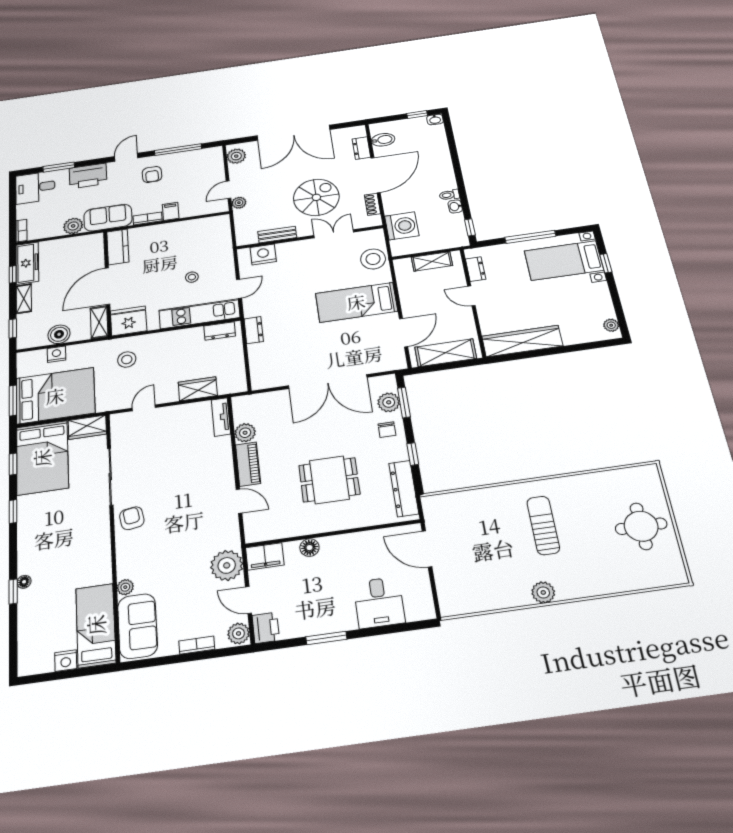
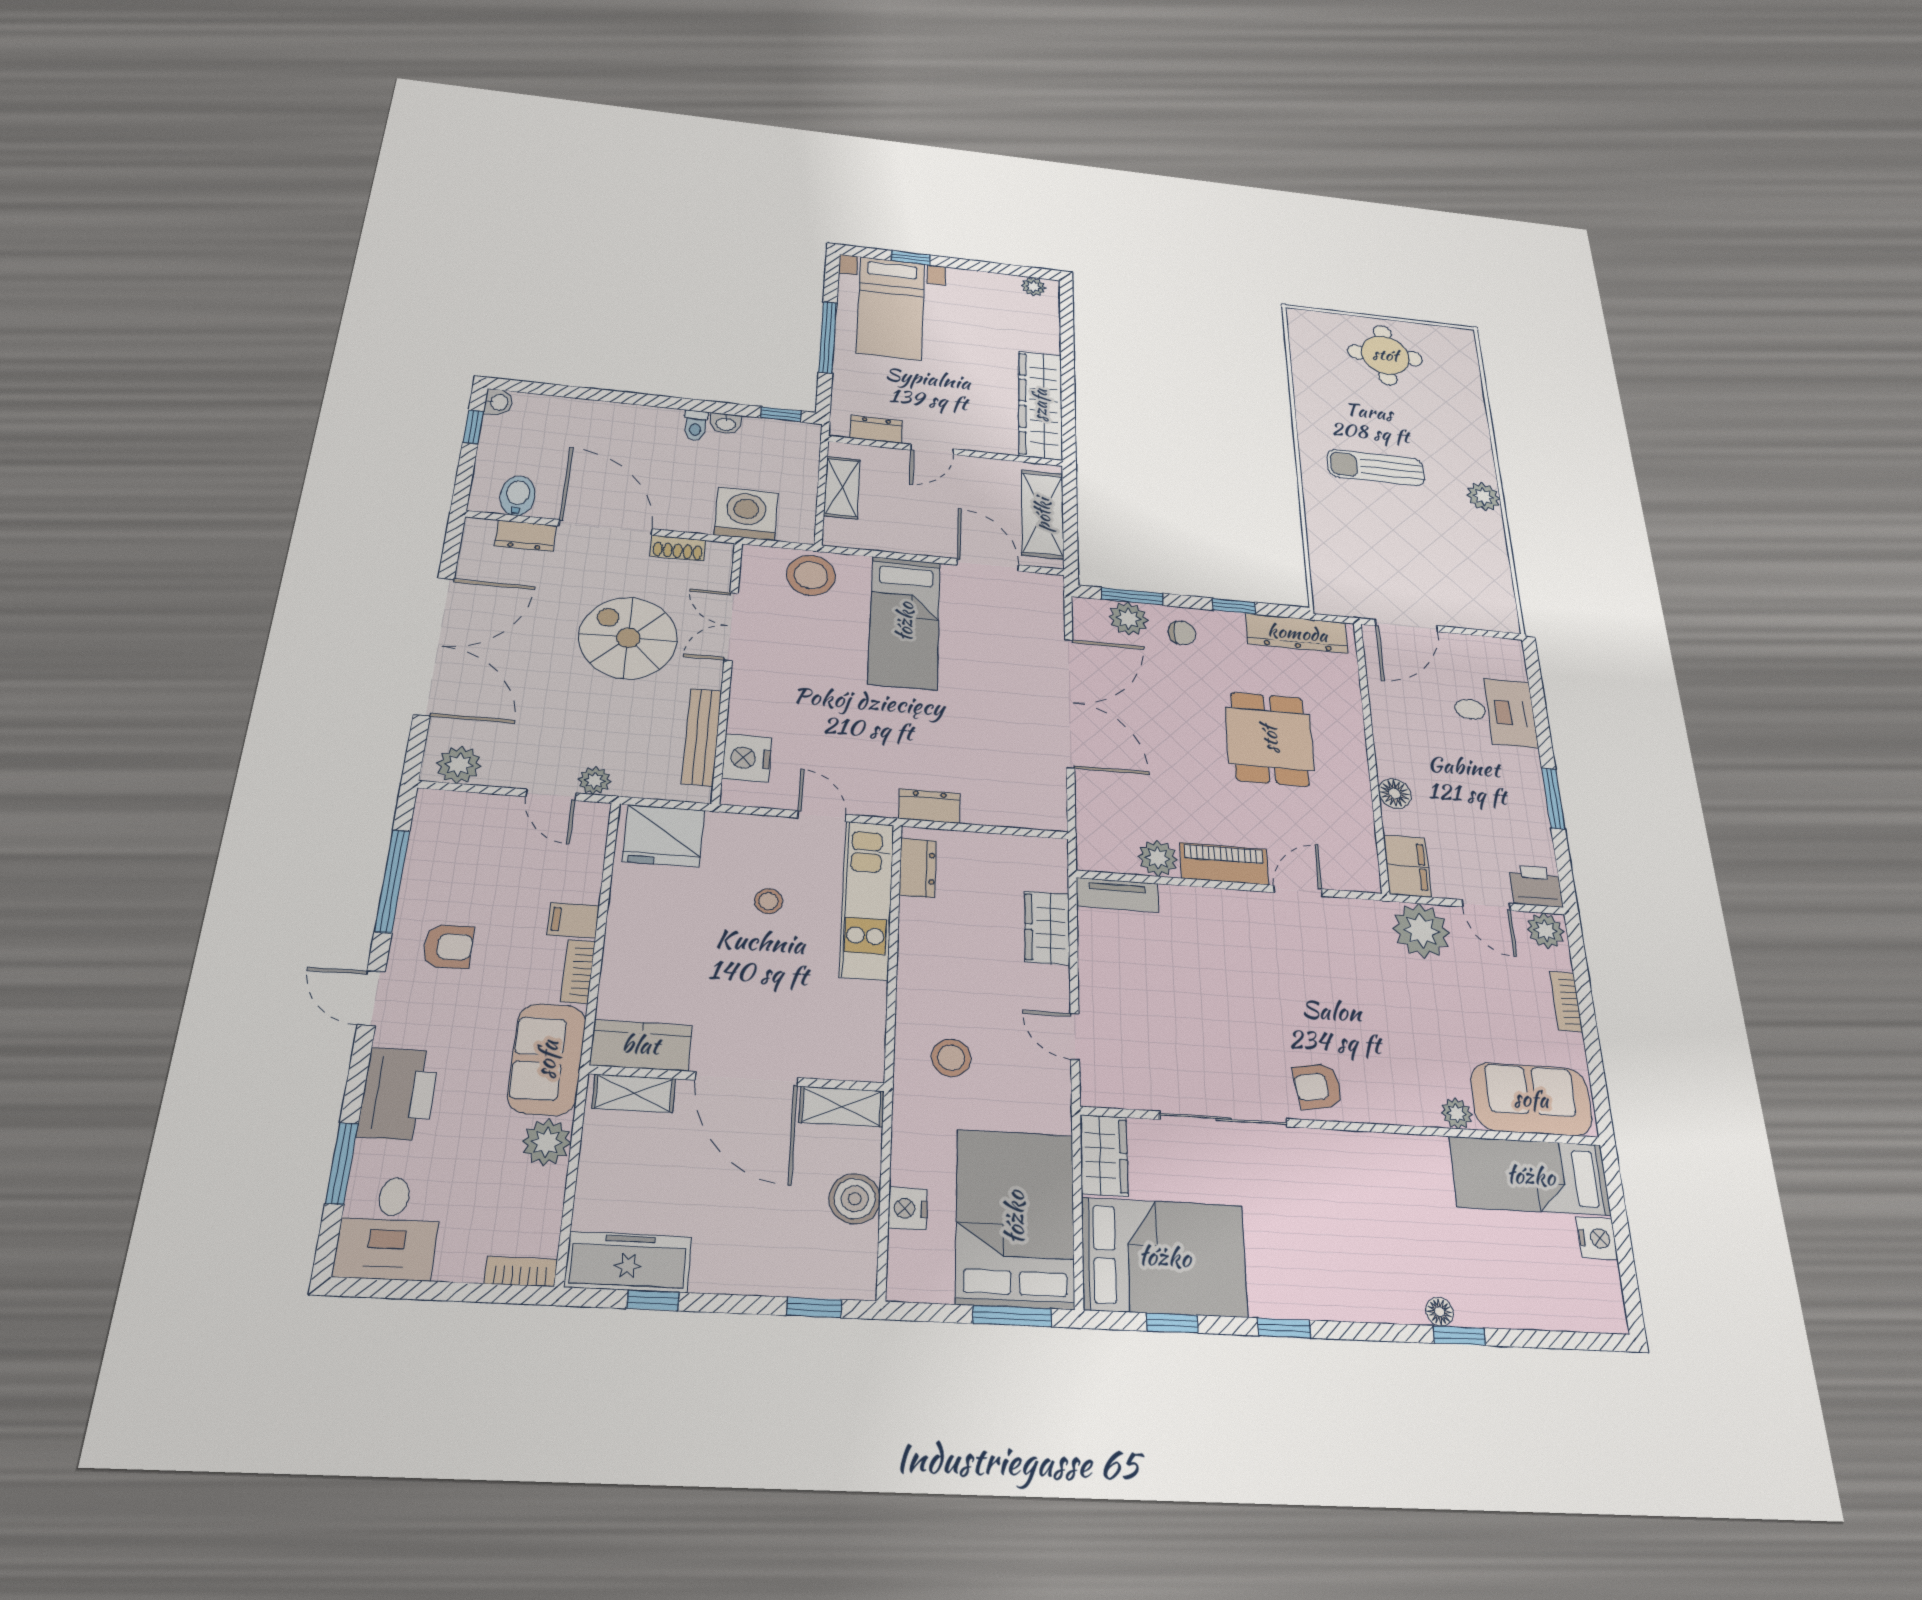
bench: (277, 235) -> (702, 737), width x1.36
shelving: (24, 299) -> (634, 1093), moved
fridge: (129, 321) -> (663, 836), moved, turned -90
door: (249, 600) -> (1486, 905), hinge flipped

